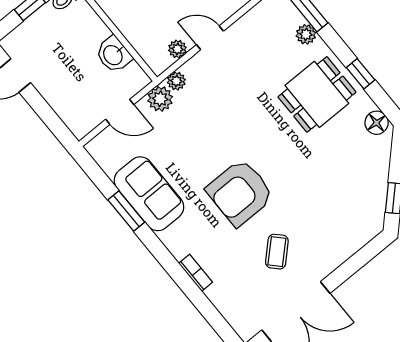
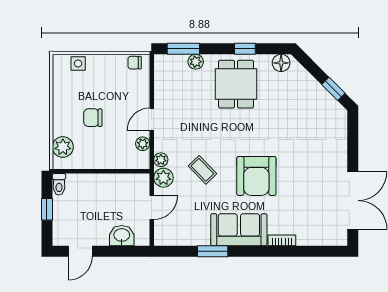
washbasin: (113, 55) -> (122, 236), moved, turned 180
sofa: (149, 194) -> (239, 230), moved
coffee table: (277, 252) -> (202, 170), moved

